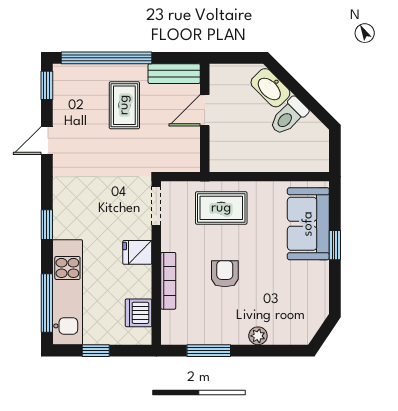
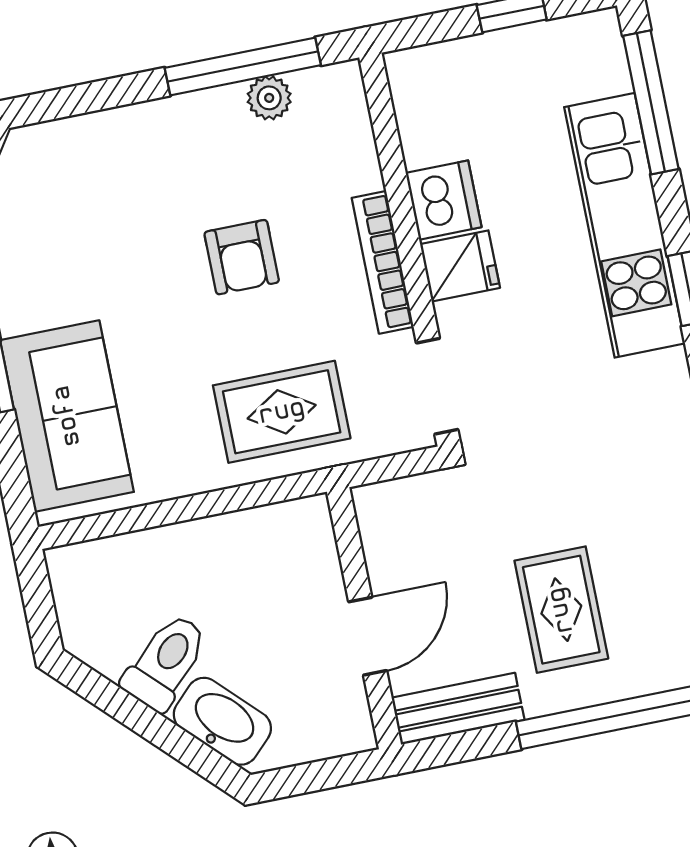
bookcase: (168, 281) -> (383, 262), moved
kitchen unit: (67, 292) -> (625, 225), moved
dishwasher: (139, 313) -> (444, 200), moved
plant: (258, 336) -> (269, 98), moved
window: (209, 351) -> (243, 66), width x1.44

